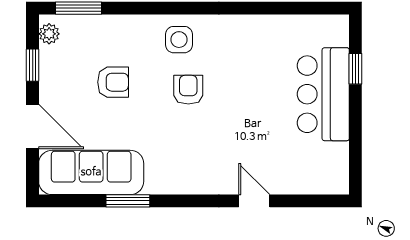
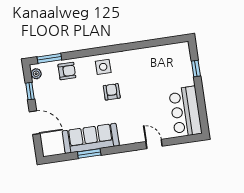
armchair: (113, 82) -> (67, 71), moved
bar counter: (323, 94) -> (185, 112), moved
sofa: (91, 172) -> (91, 138), moved

